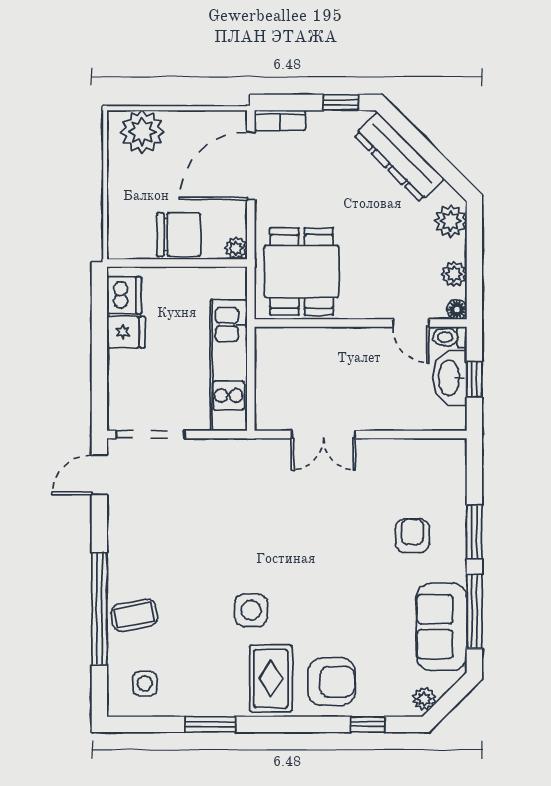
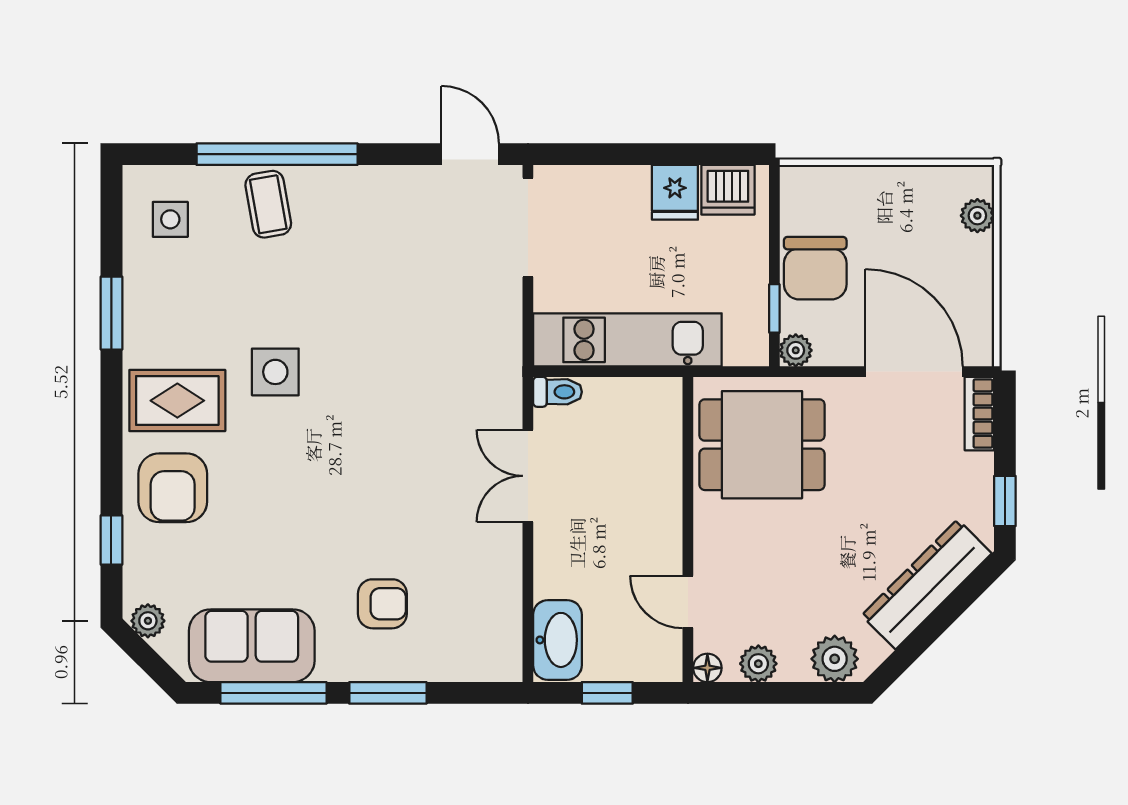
plant: (142, 132) -> (977, 216), width x0.53, depth x0.53
window: (207, 263) -> (774, 308), added
door: (411, 323) -> (688, 602), hinge flipped
toilet: (450, 337) -> (558, 392), moved, turned 90
washbasin: (450, 378) -> (557, 640), moved, turned 90

